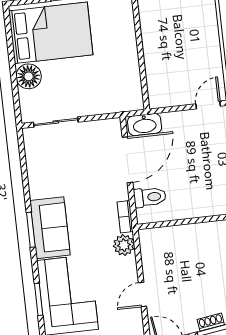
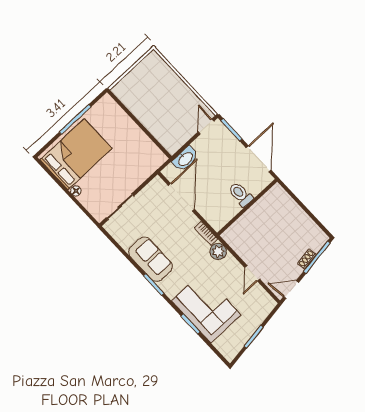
floor lamp: (29, 76) -> (76, 191), width x0.53, depth x0.53
washbasin: (145, 125) -> (185, 159), moved
toilet: (150, 197) -> (241, 194), moved, turned -90
sofa: (50, 228) -> (151, 259), moved

